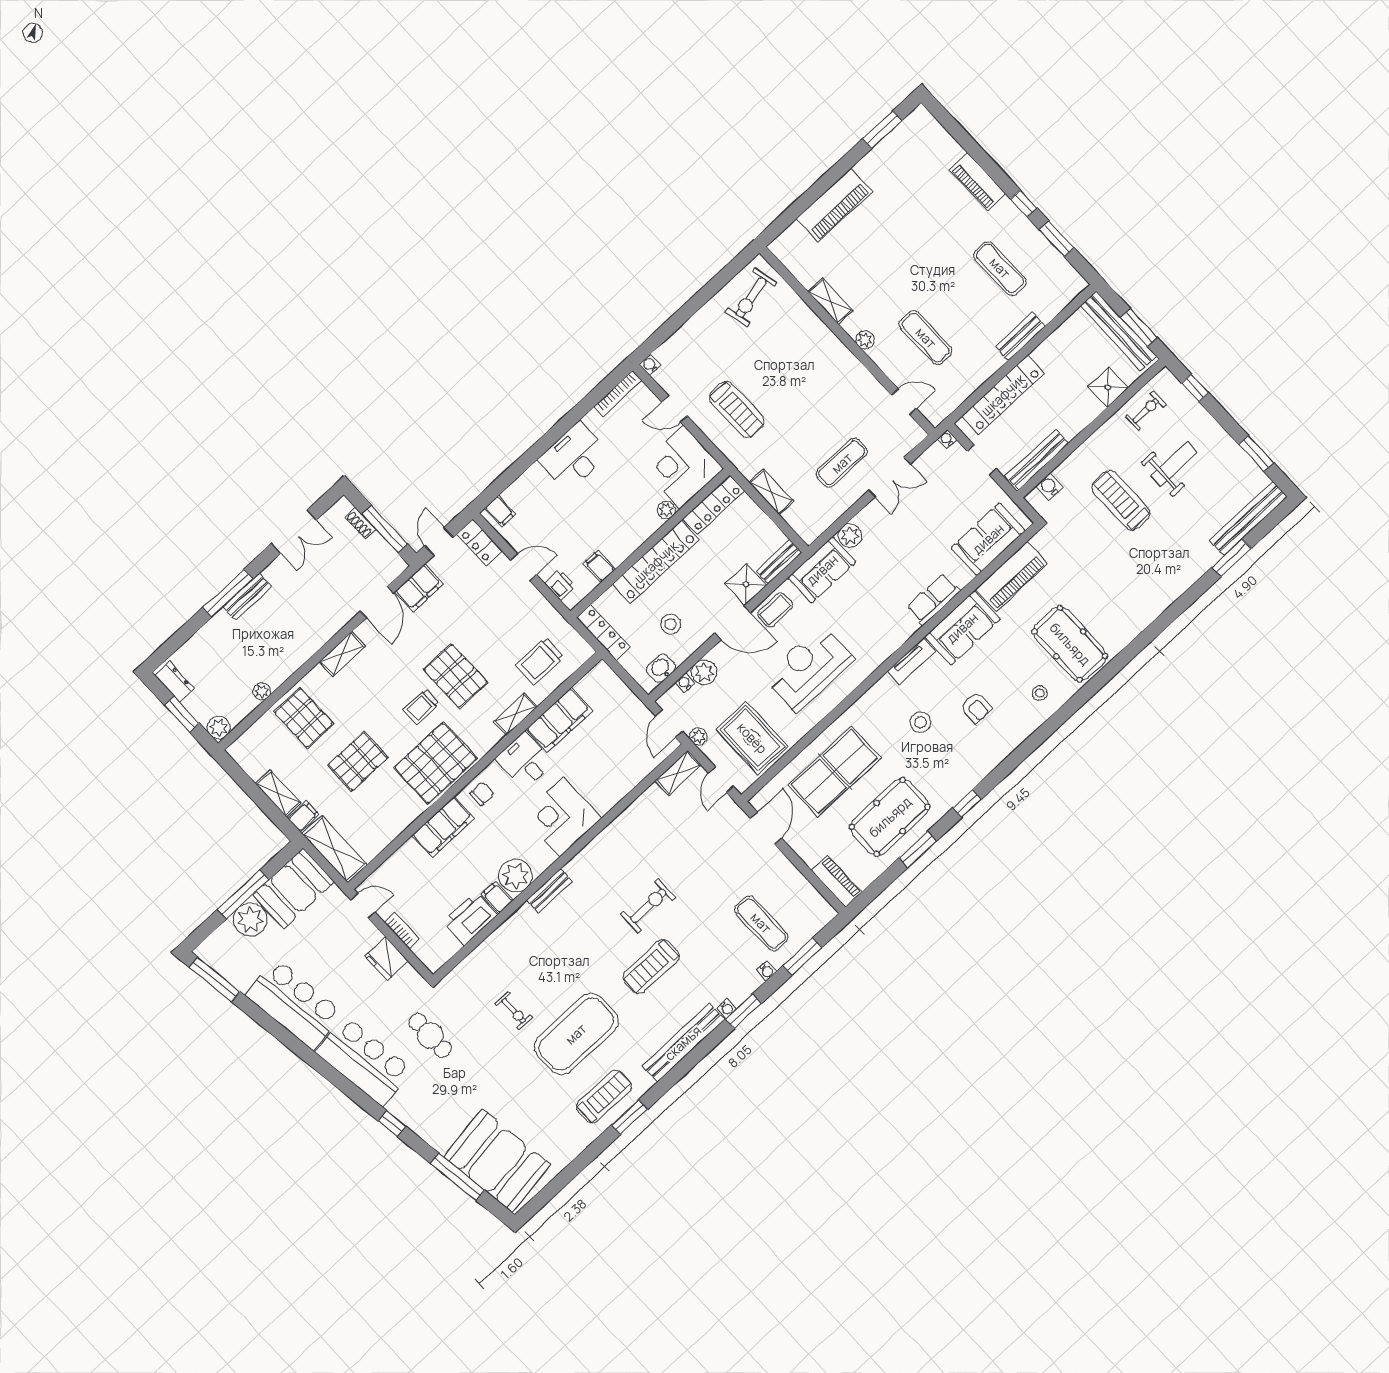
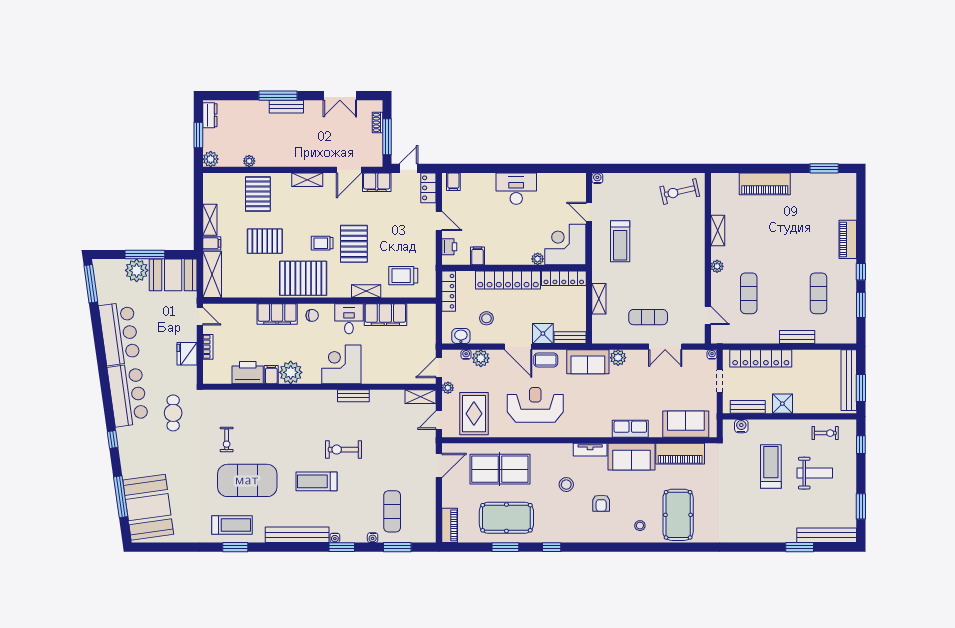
shower: (1108, 387) -> (782, 404), moved
bookcase: (618, 394) -> (568, 178), removed
bench: (1037, 460) -> (748, 407), width x0.73
bench: (549, 891) -> (353, 396), moved
exercise bike: (648, 906) -> (343, 450), turned 180

